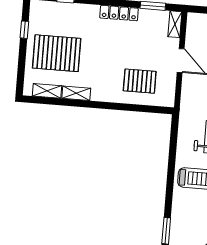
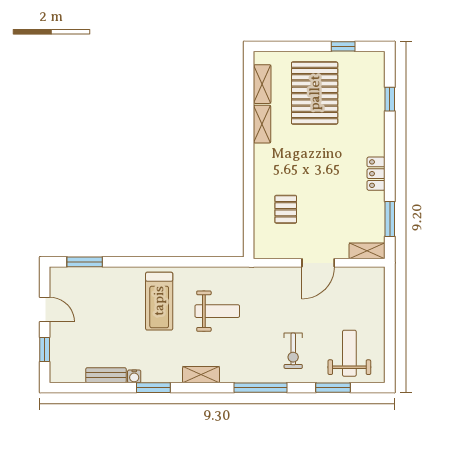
locker: (119, 13) -> (376, 174), width x0.66
pallet: (140, 81) -> (286, 209), width x0.67, depth x0.71

